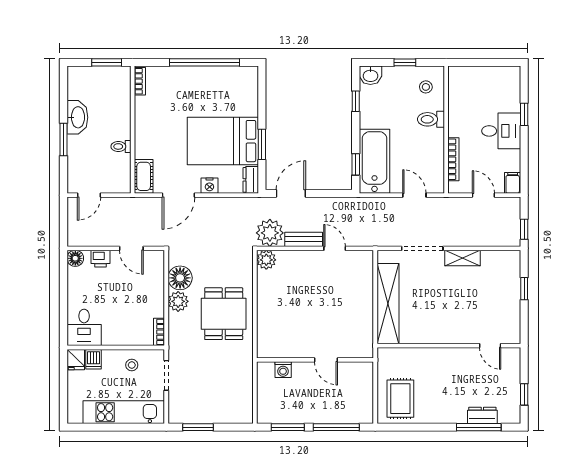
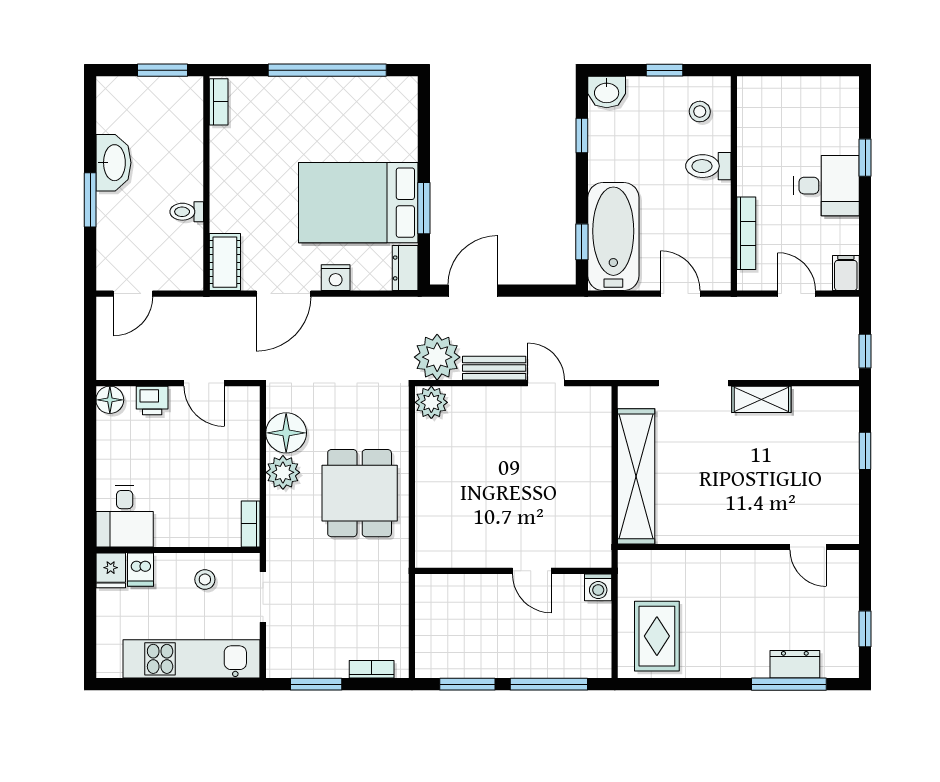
washing machine: (283, 370) -> (598, 587), moved
bookcase: (231, 418) -> (372, 669), added

